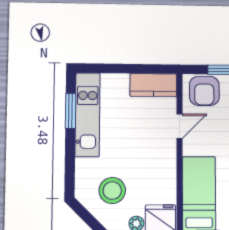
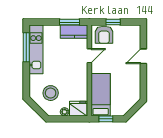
window: (146, 69) -> (70, 22), added
window: (71, 111) -> (26, 47), width x1.44

